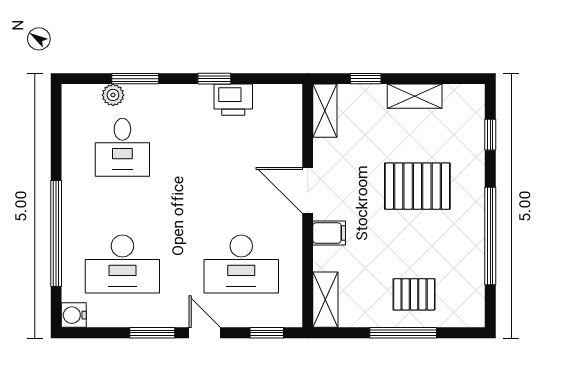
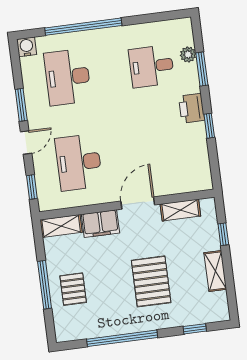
printer: (233, 100) -> (192, 108), moved
shelving: (325, 111) -> (180, 210), moved
filing cabinet: (329, 233) -> (100, 224), width x2.00

